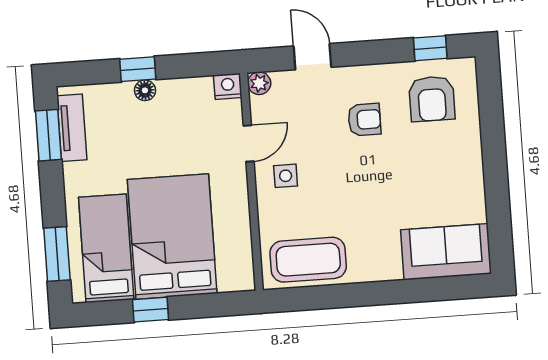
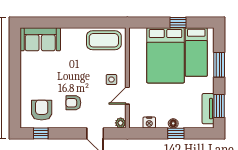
nightstand: (228, 86) -> (149, 123), moved
window: (57, 254) -> (219, 65), moved

